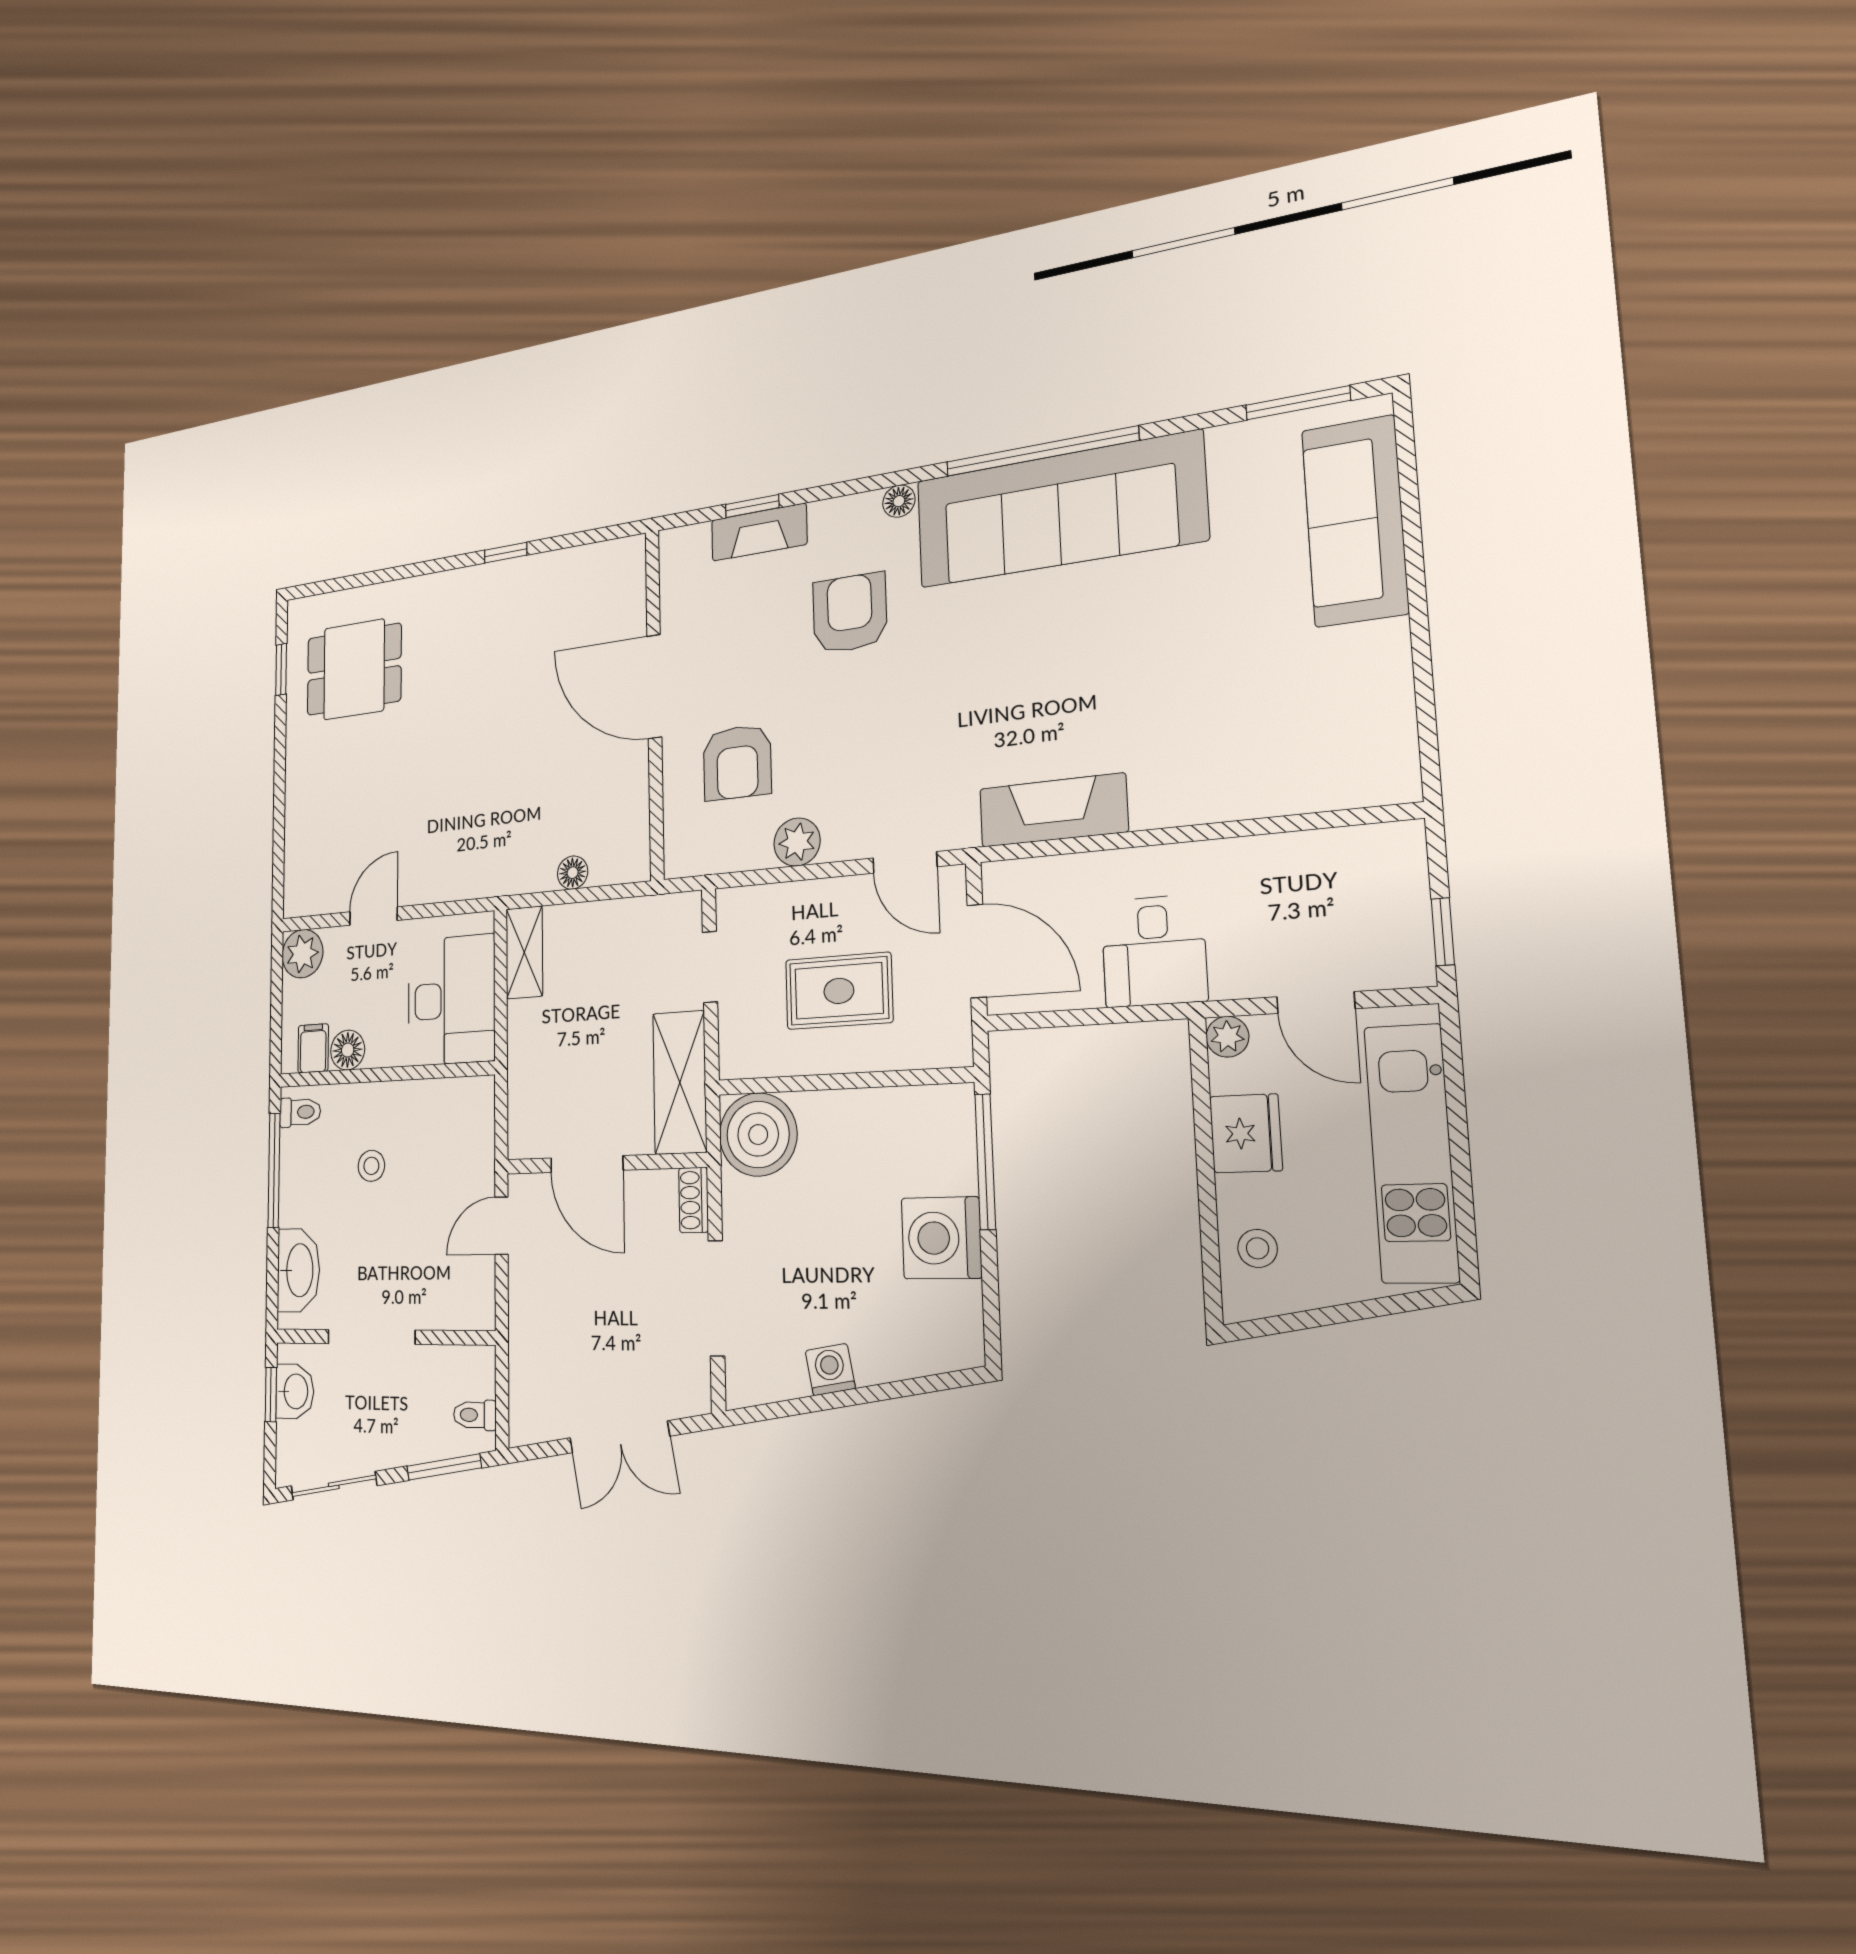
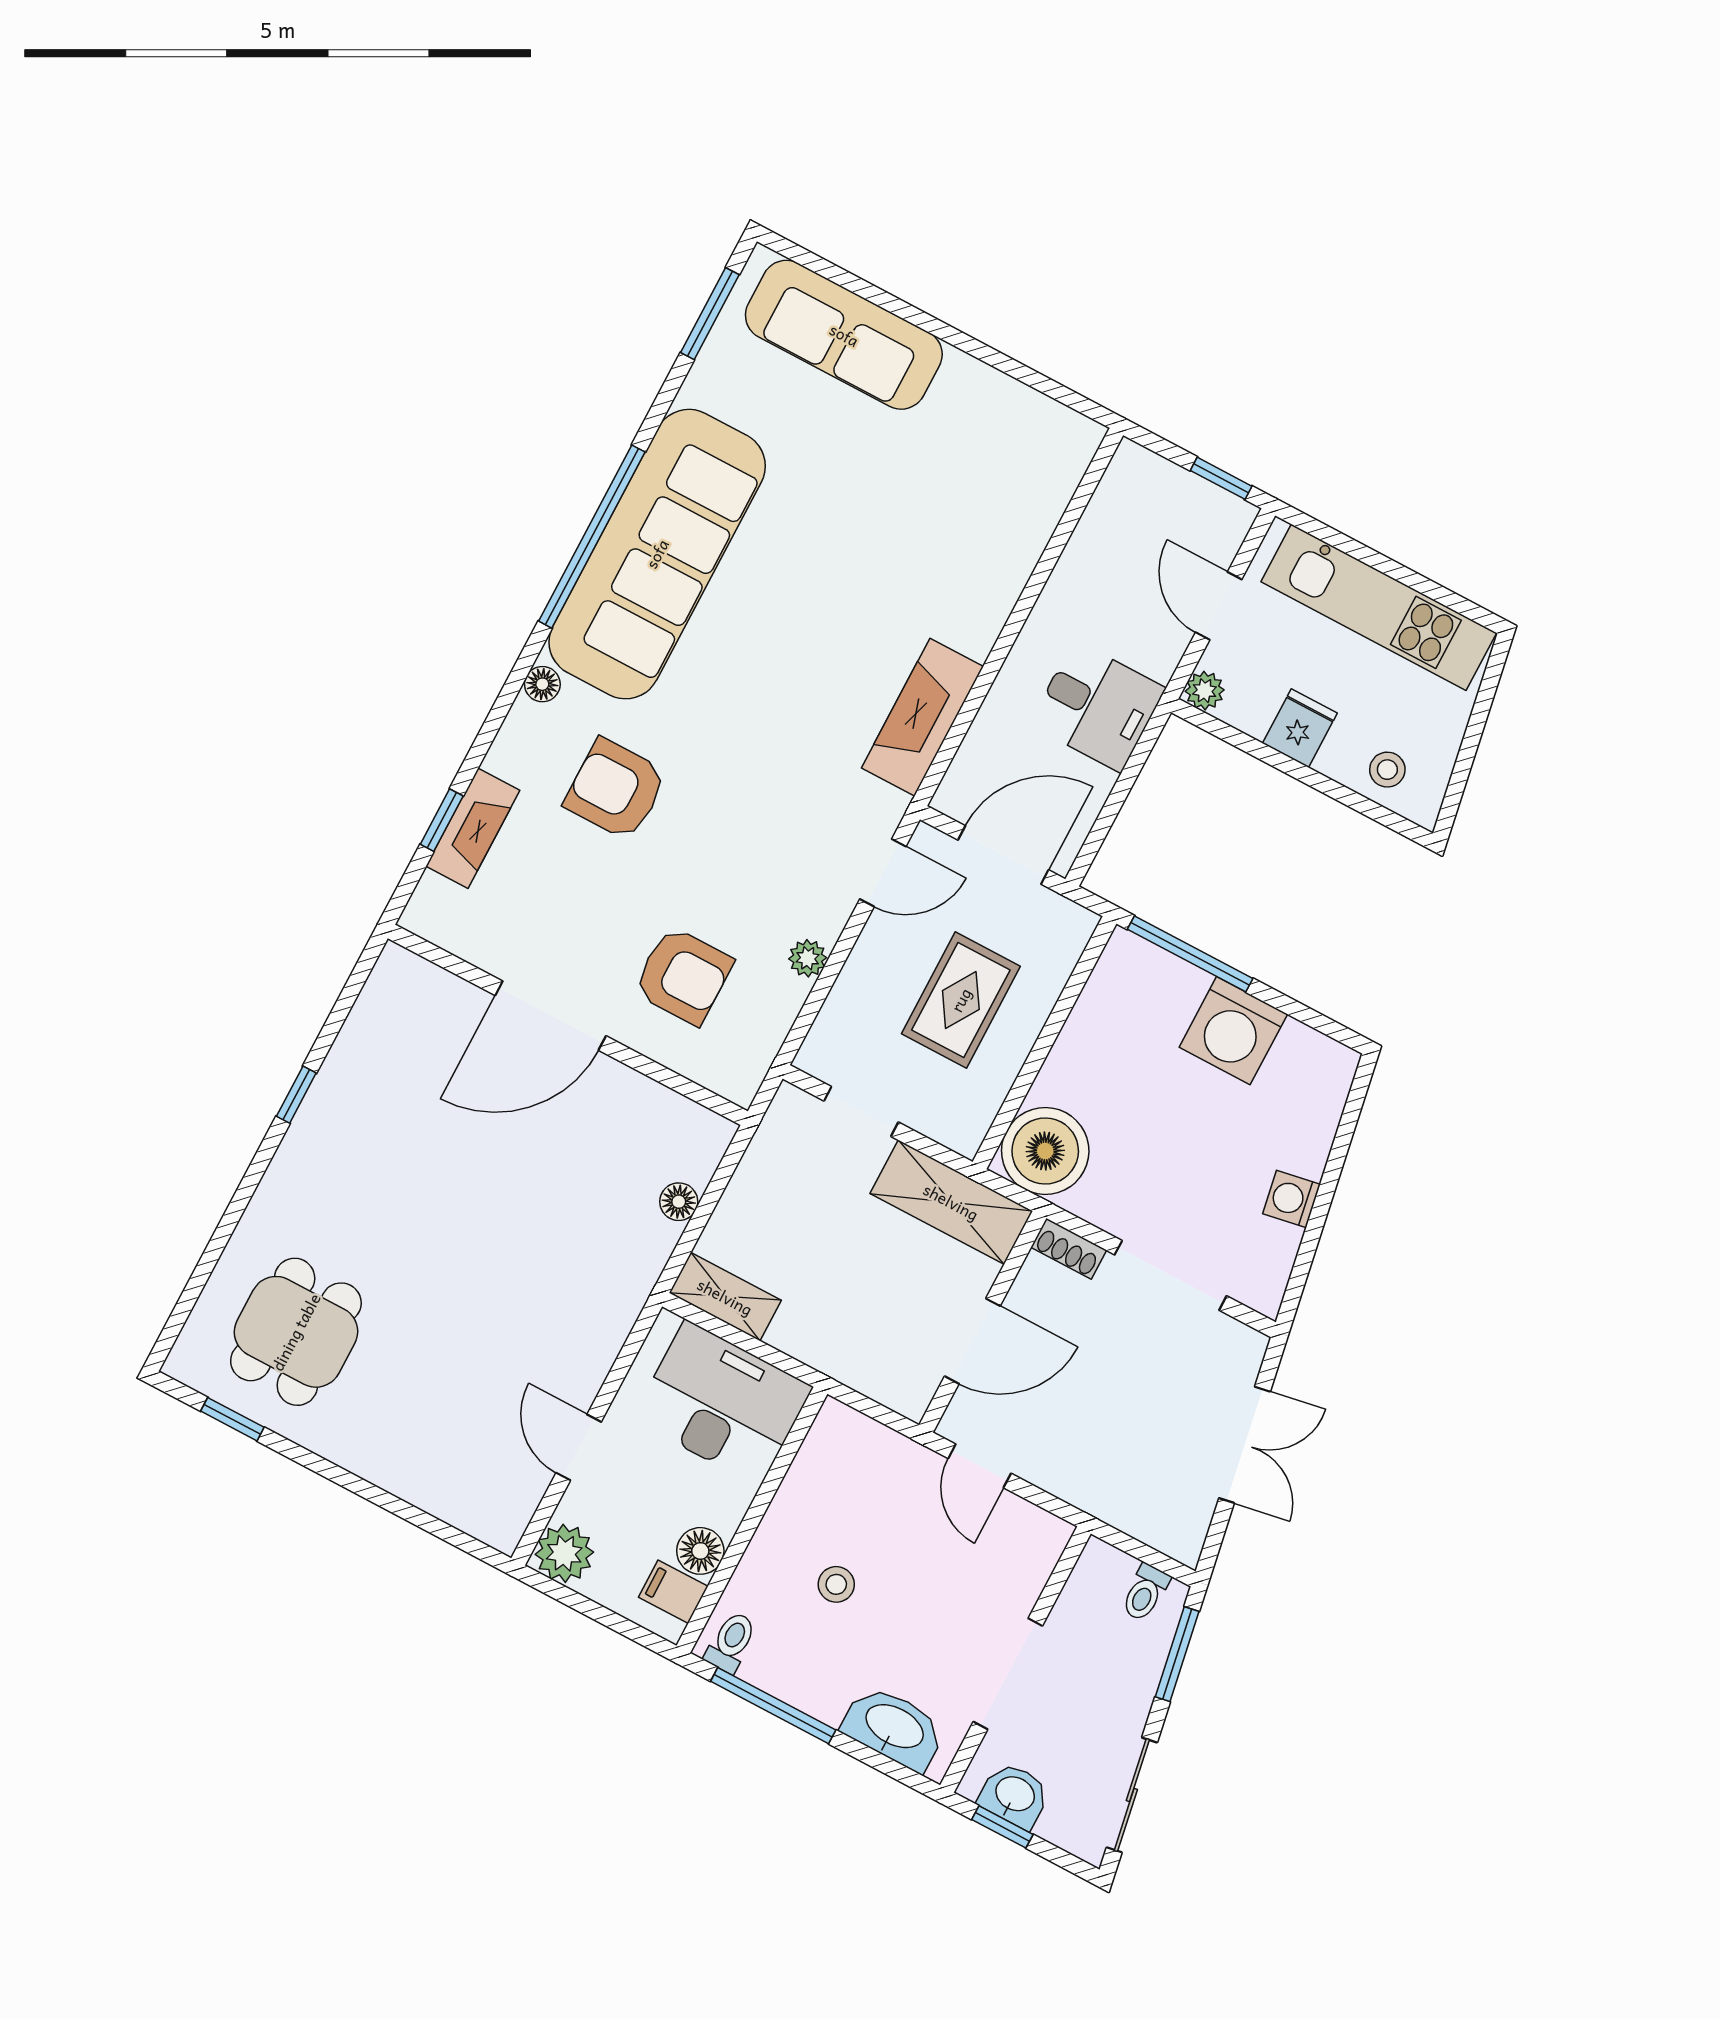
plant: (797, 842) -> (808, 958), width x0.73, depth x0.73
door: (1316, 1003) -> (1219, 606), swing flipped
fridge: (1246, 1133) -> (1300, 728), width x0.72

